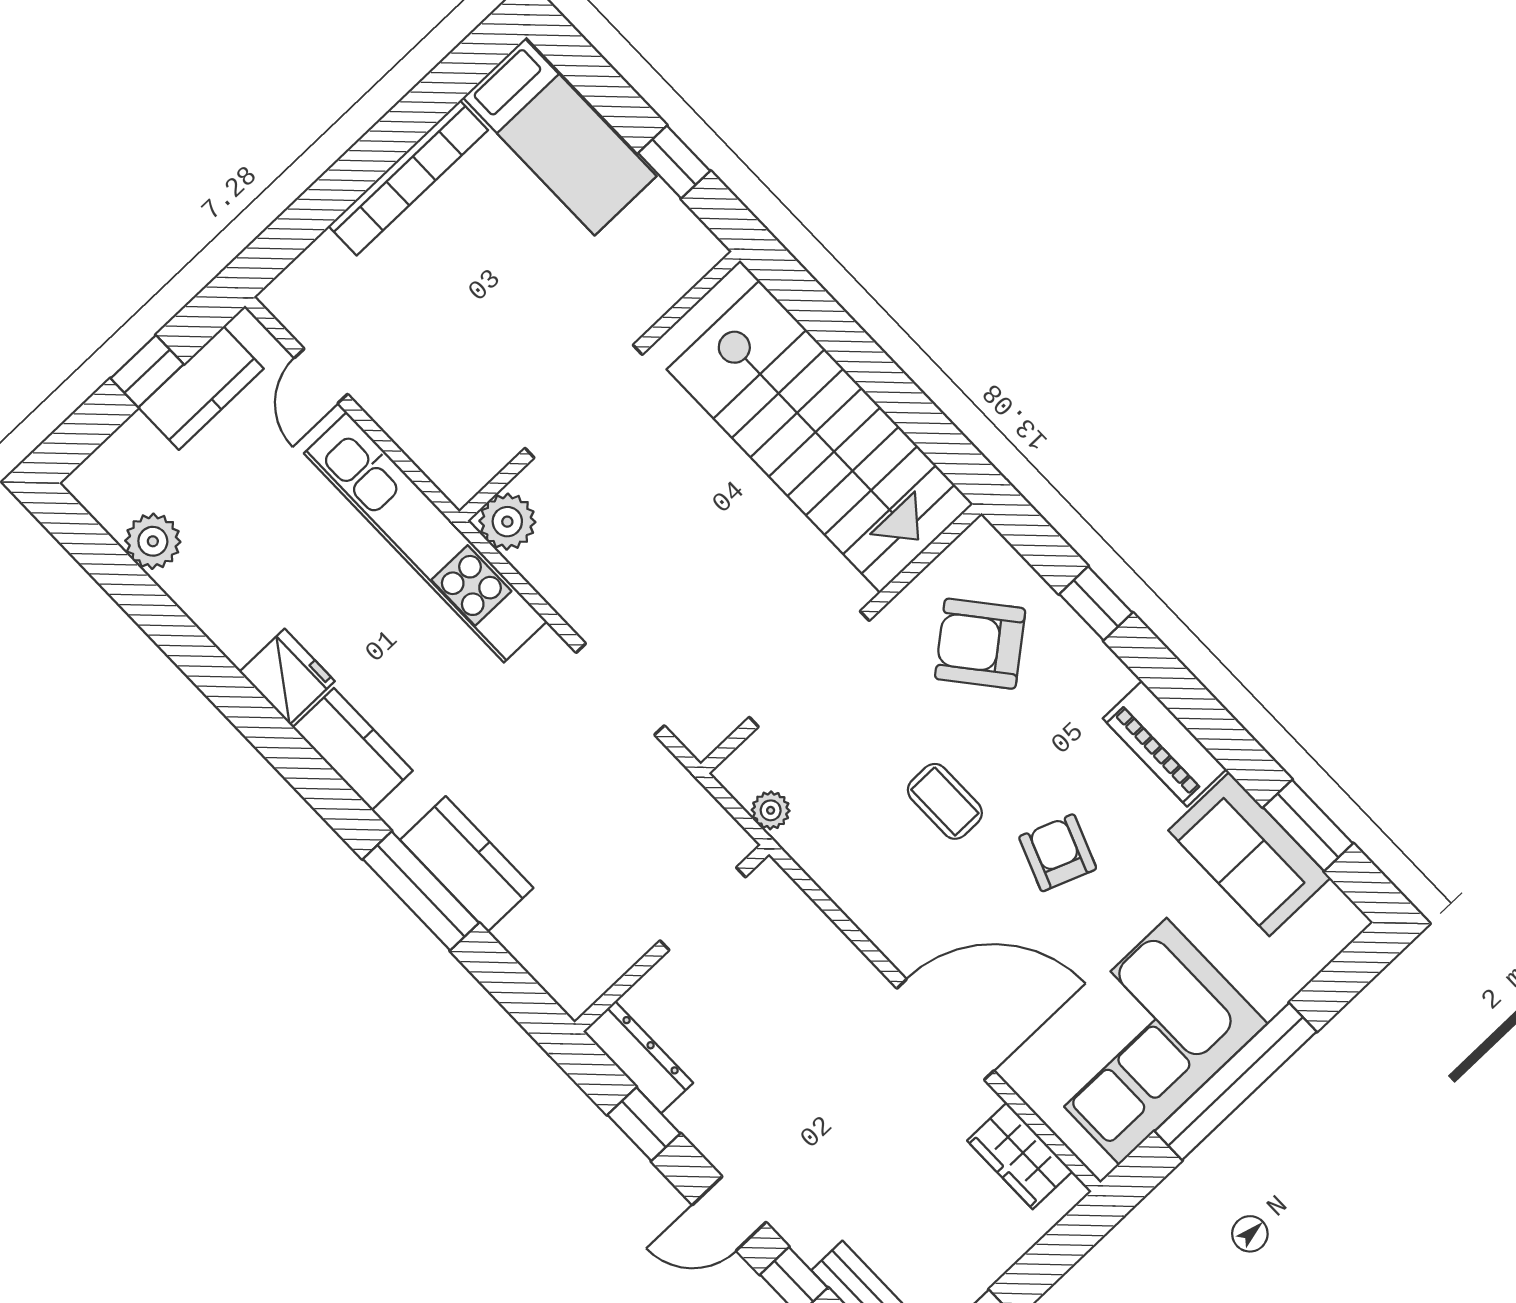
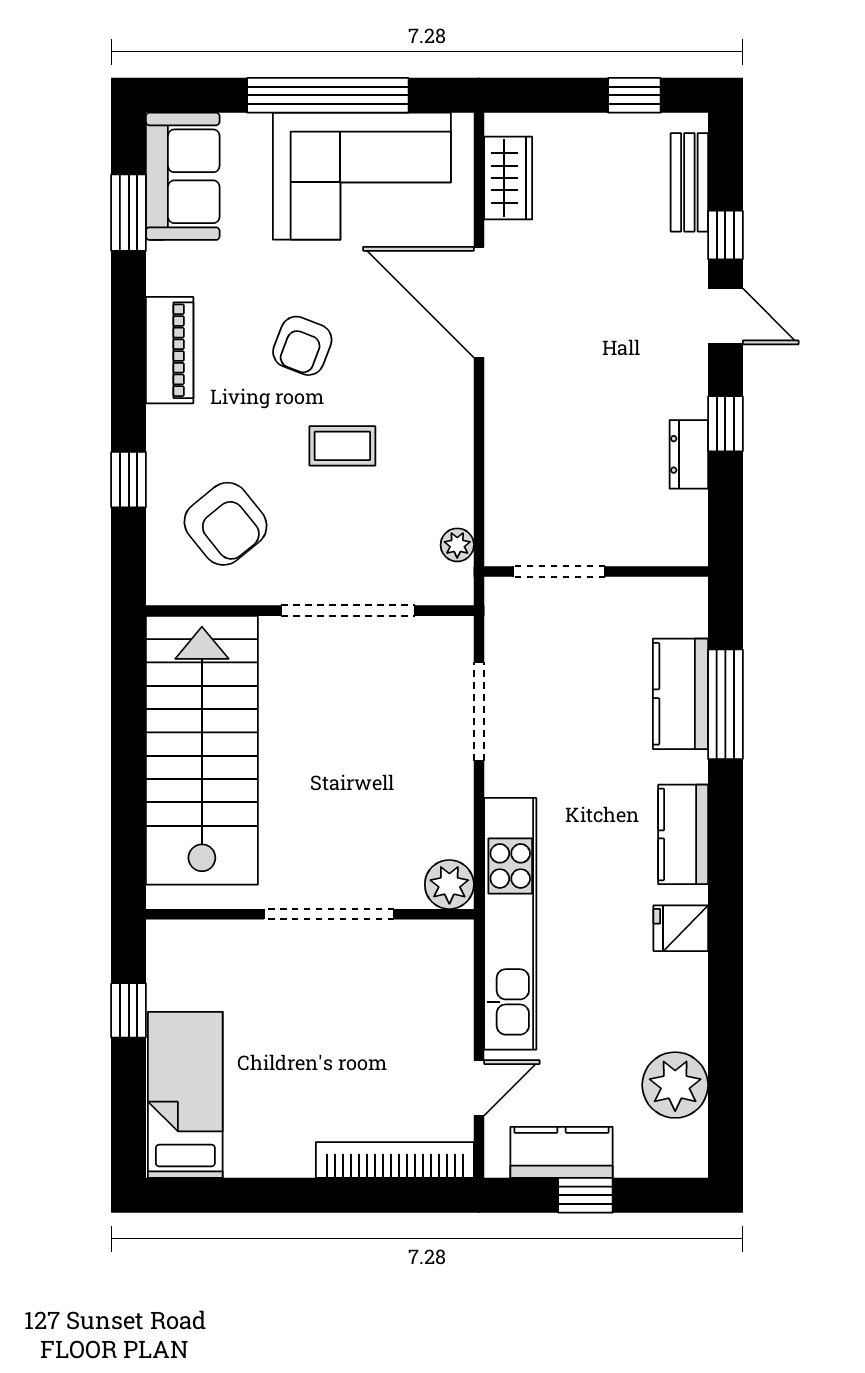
bookcase: (408, 178) -> (395, 1160), moved
plant: (153, 541) -> (675, 1085), width x1.36, depth x1.36
fridge: (287, 677) -> (681, 928), width x0.72
coffee table: (945, 801) -> (342, 446), turned 90
sofa: (1249, 854) -> (183, 176), moved
doorway: (703, 909) -> (559, 572), moved
wall: (672, 938) -> (596, 572), moved
dresser: (638, 1057) -> (689, 454), width x0.70

